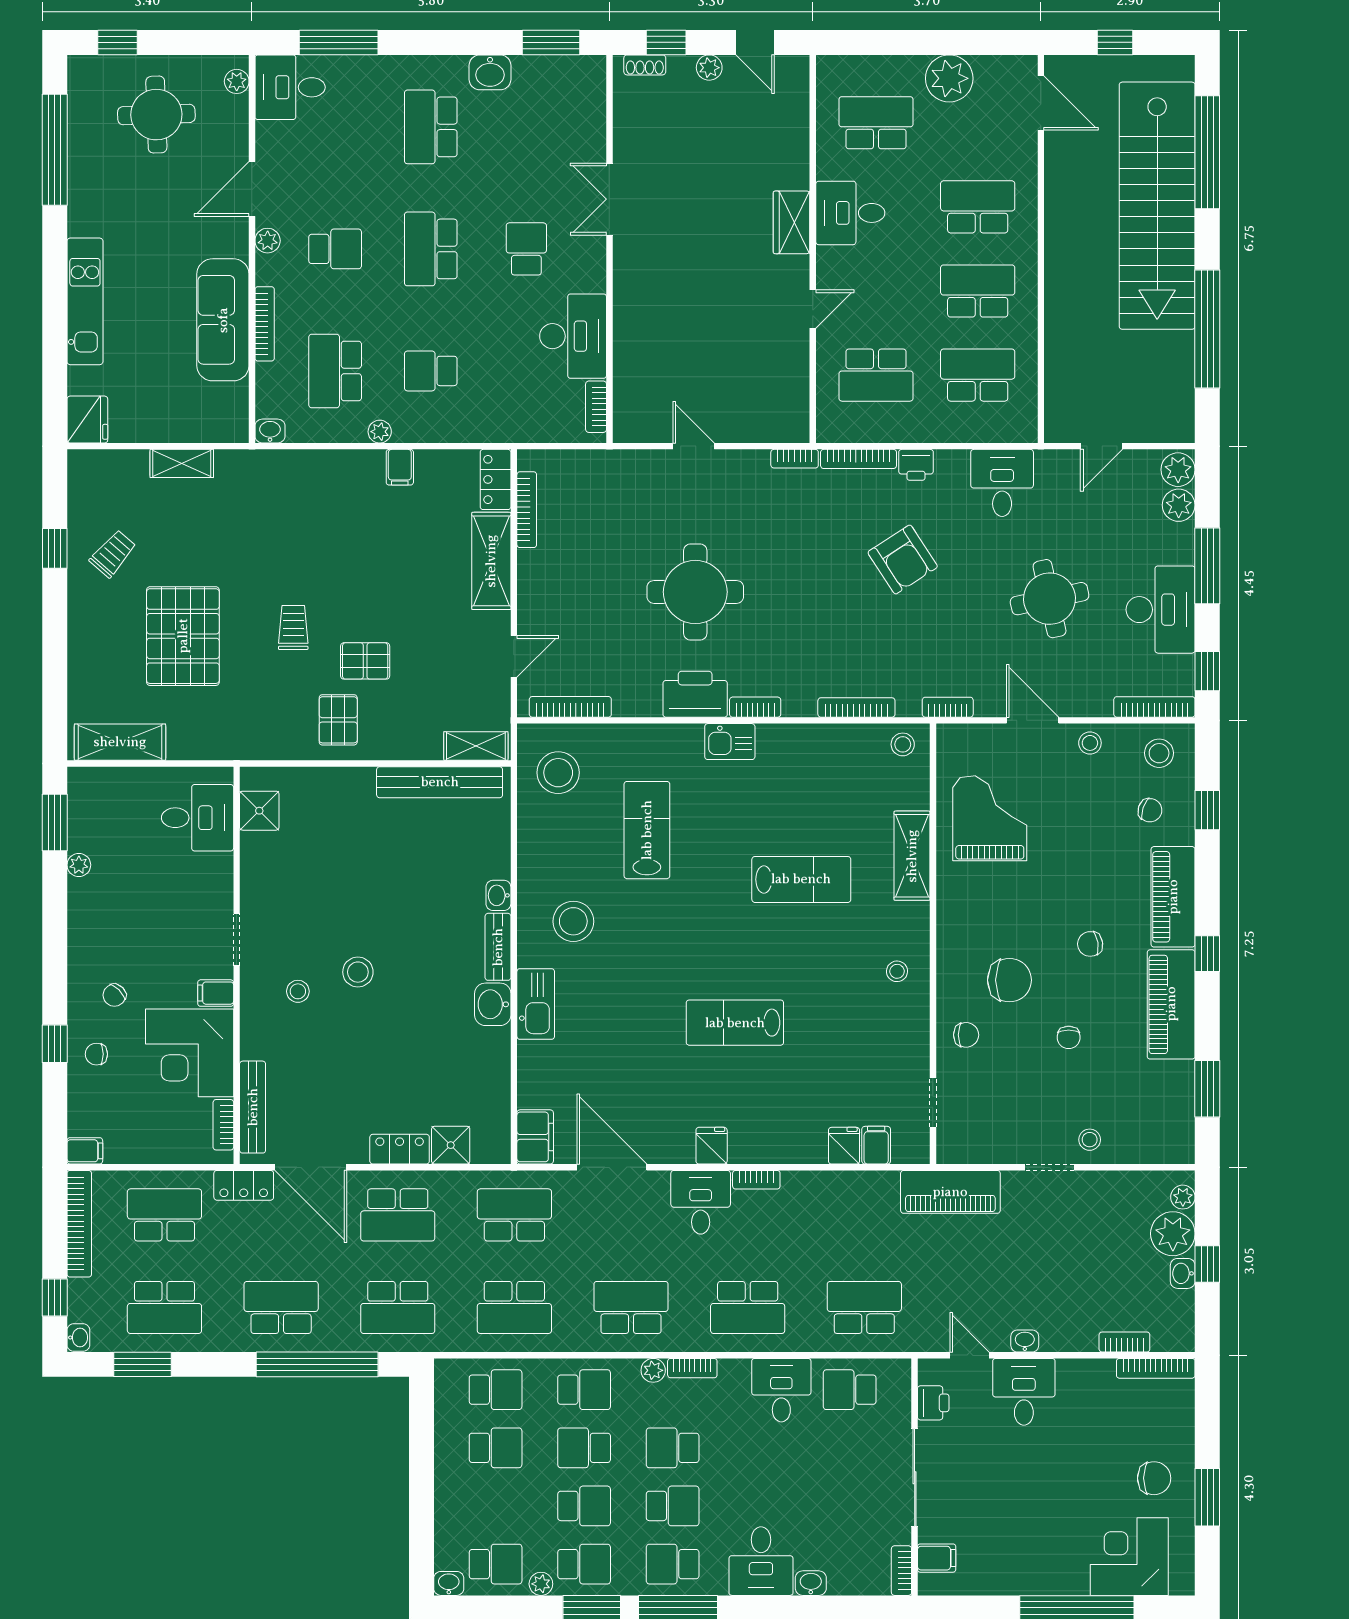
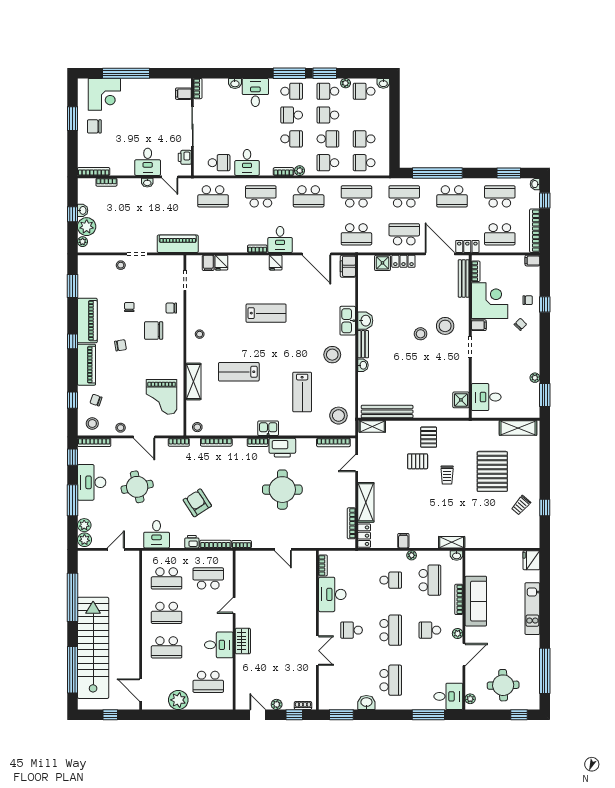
school desk: (526, 249) -> (352, 630), turned 90
shelving: (182, 463) -> (452, 542), moved
stool: (298, 991) -> (445, 326), width x1.89, depth x1.89

